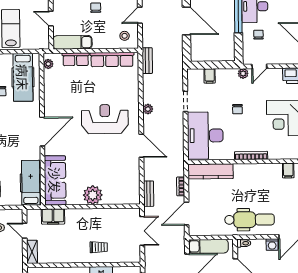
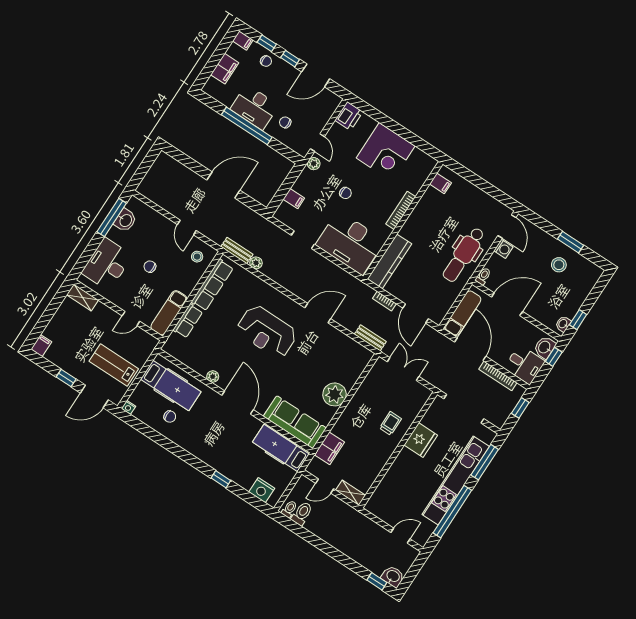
plant: (48, 64) -> (213, 377), moved
plant: (148, 109) -> (256, 263), moved
reception desk: (105, 119) -> (267, 332), turned -90
dental chair: (250, 220) -> (464, 255), turned 180

